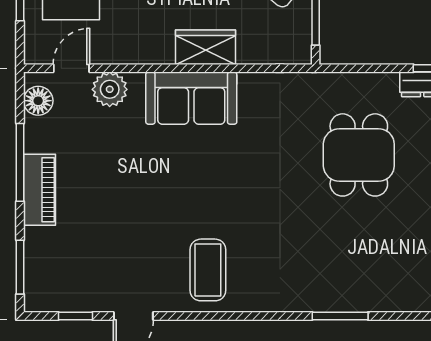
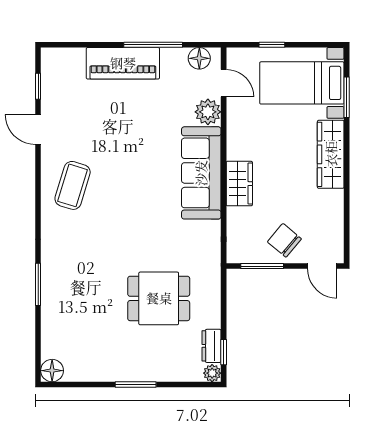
sofa: (191, 98) -> (201, 173), width x1.36
piano: (40, 190) -> (123, 63), width x1.37, depth x1.33
window: (20, 267) -> (75, 45), removed
coffee table: (208, 270) -> (73, 185), turned -73

